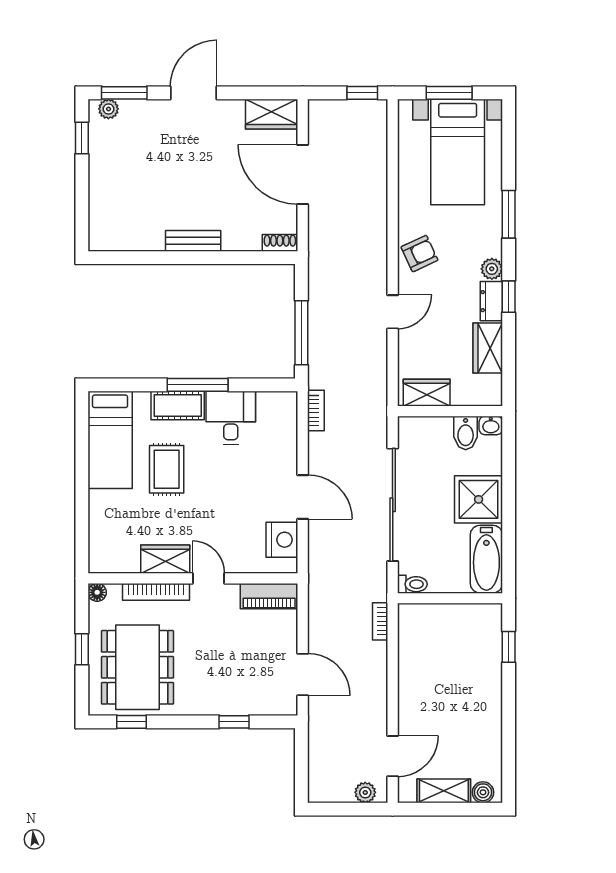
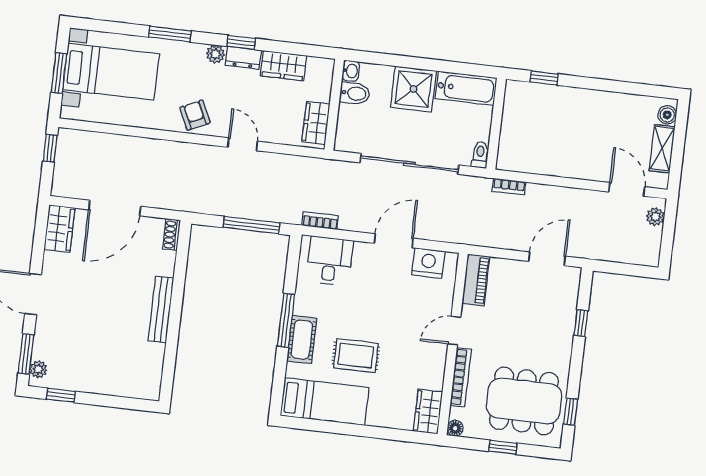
bench: (193, 241) -> (161, 309), width x1.36
desk: (231, 418) -> (330, 261), moved, turned 90
wardrobe: (165, 559) -> (428, 412), moved

